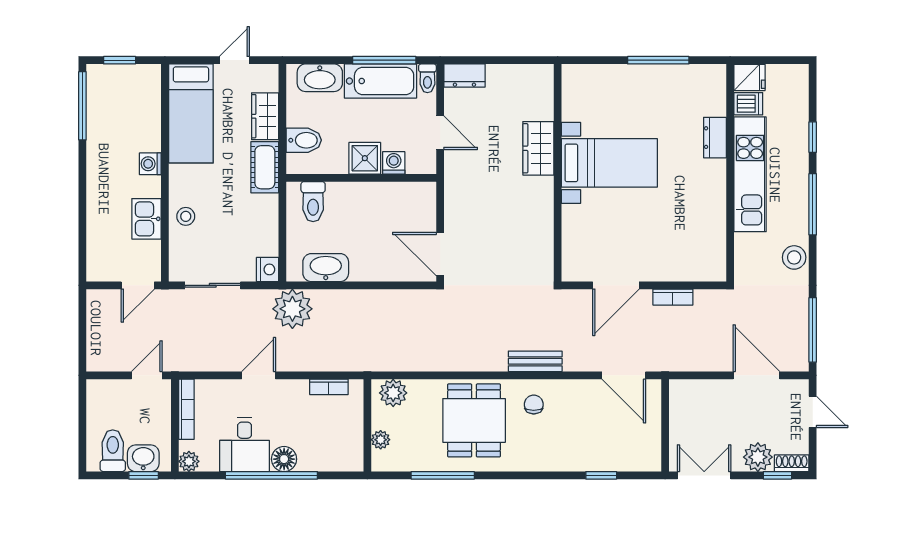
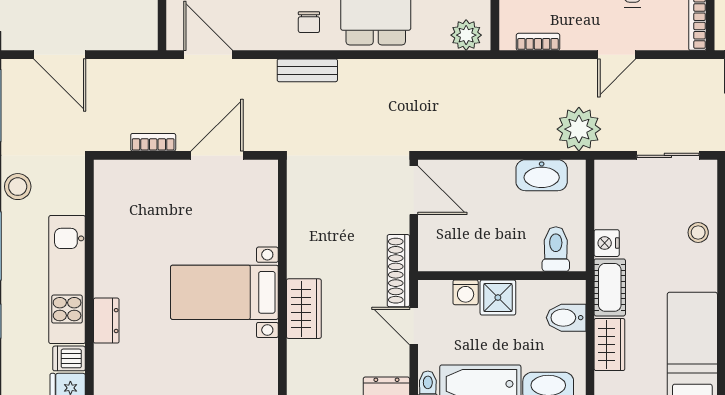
shoe rack: (454, 182) -> (398, 271), added
nightstand: (268, 269) -> (607, 243), moved

